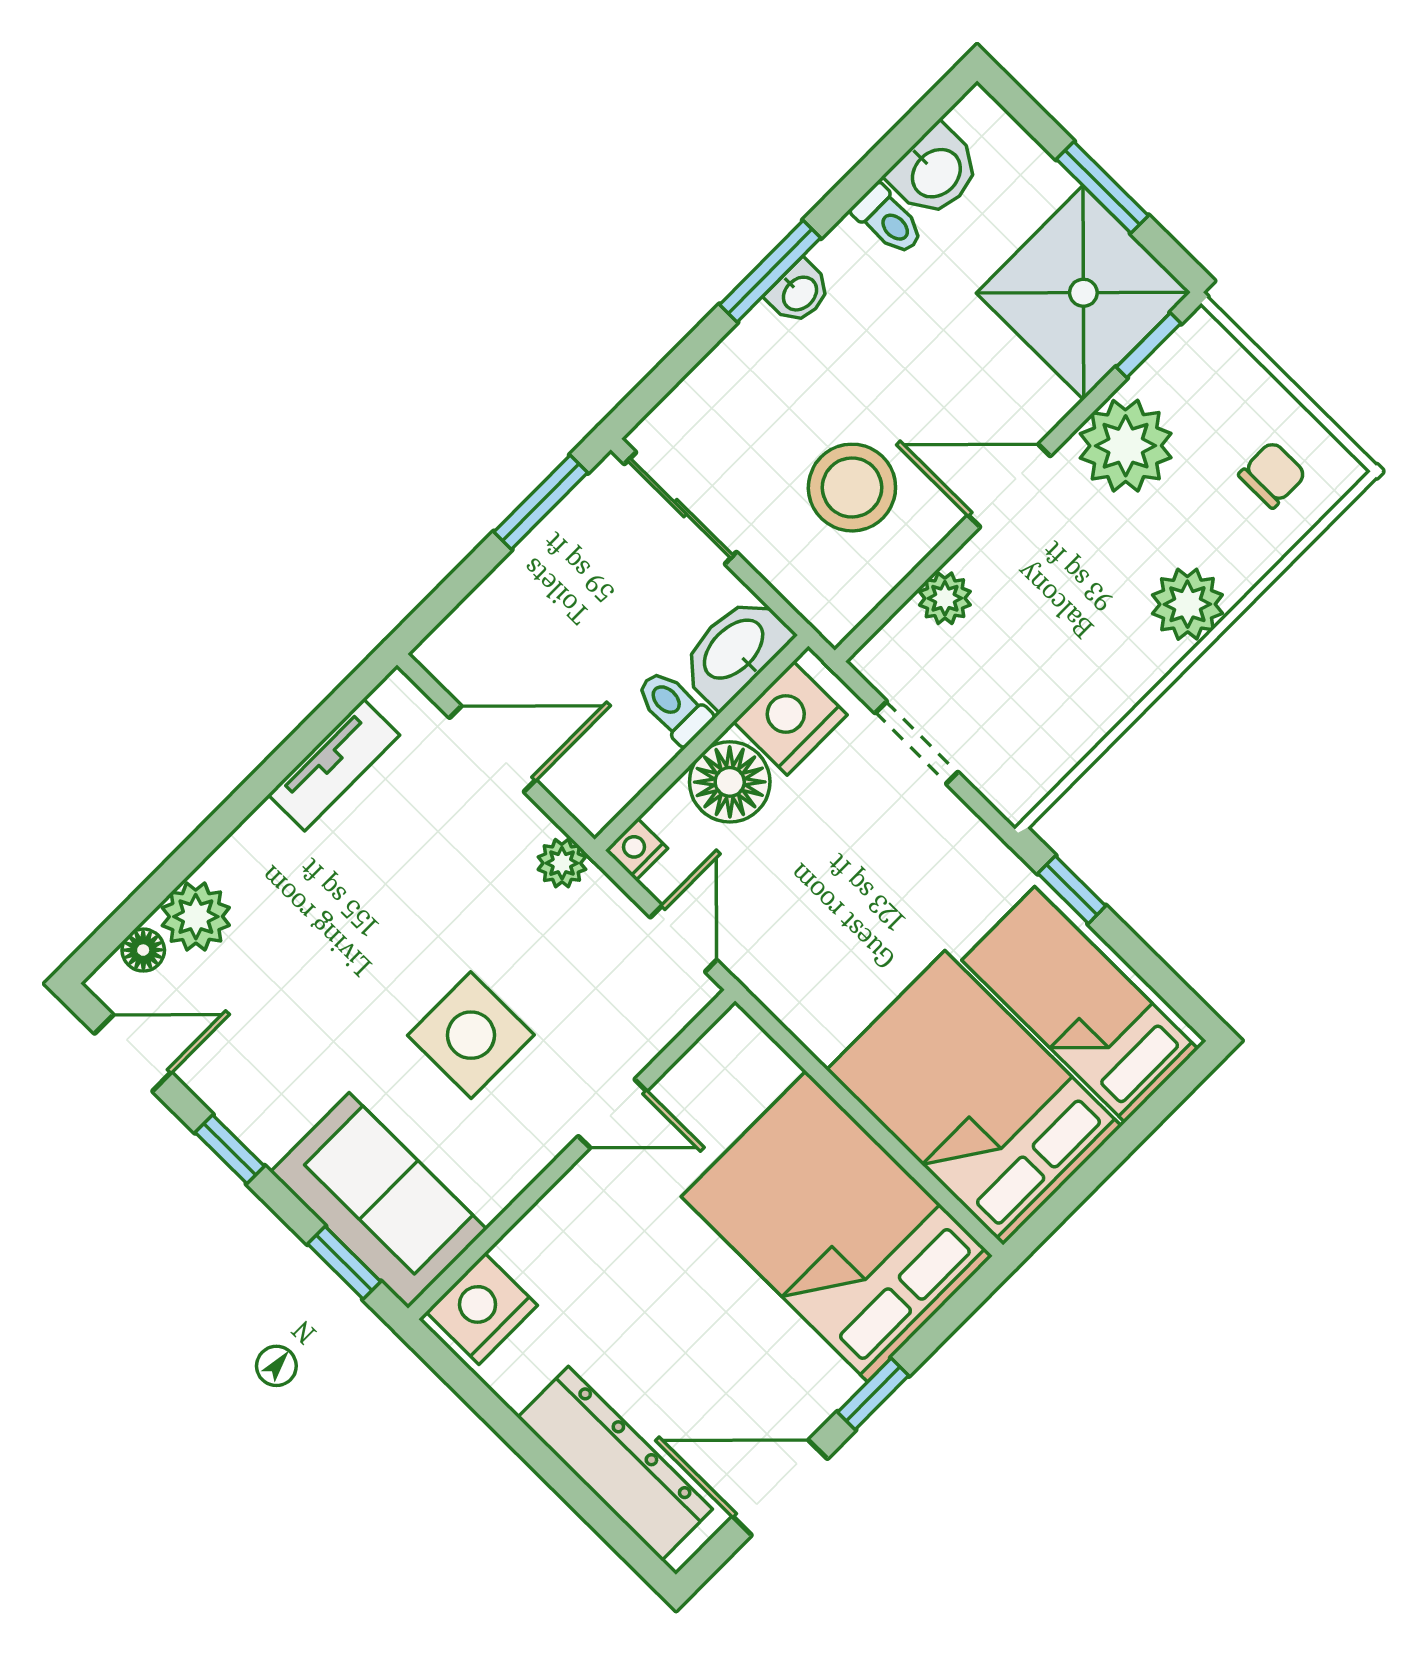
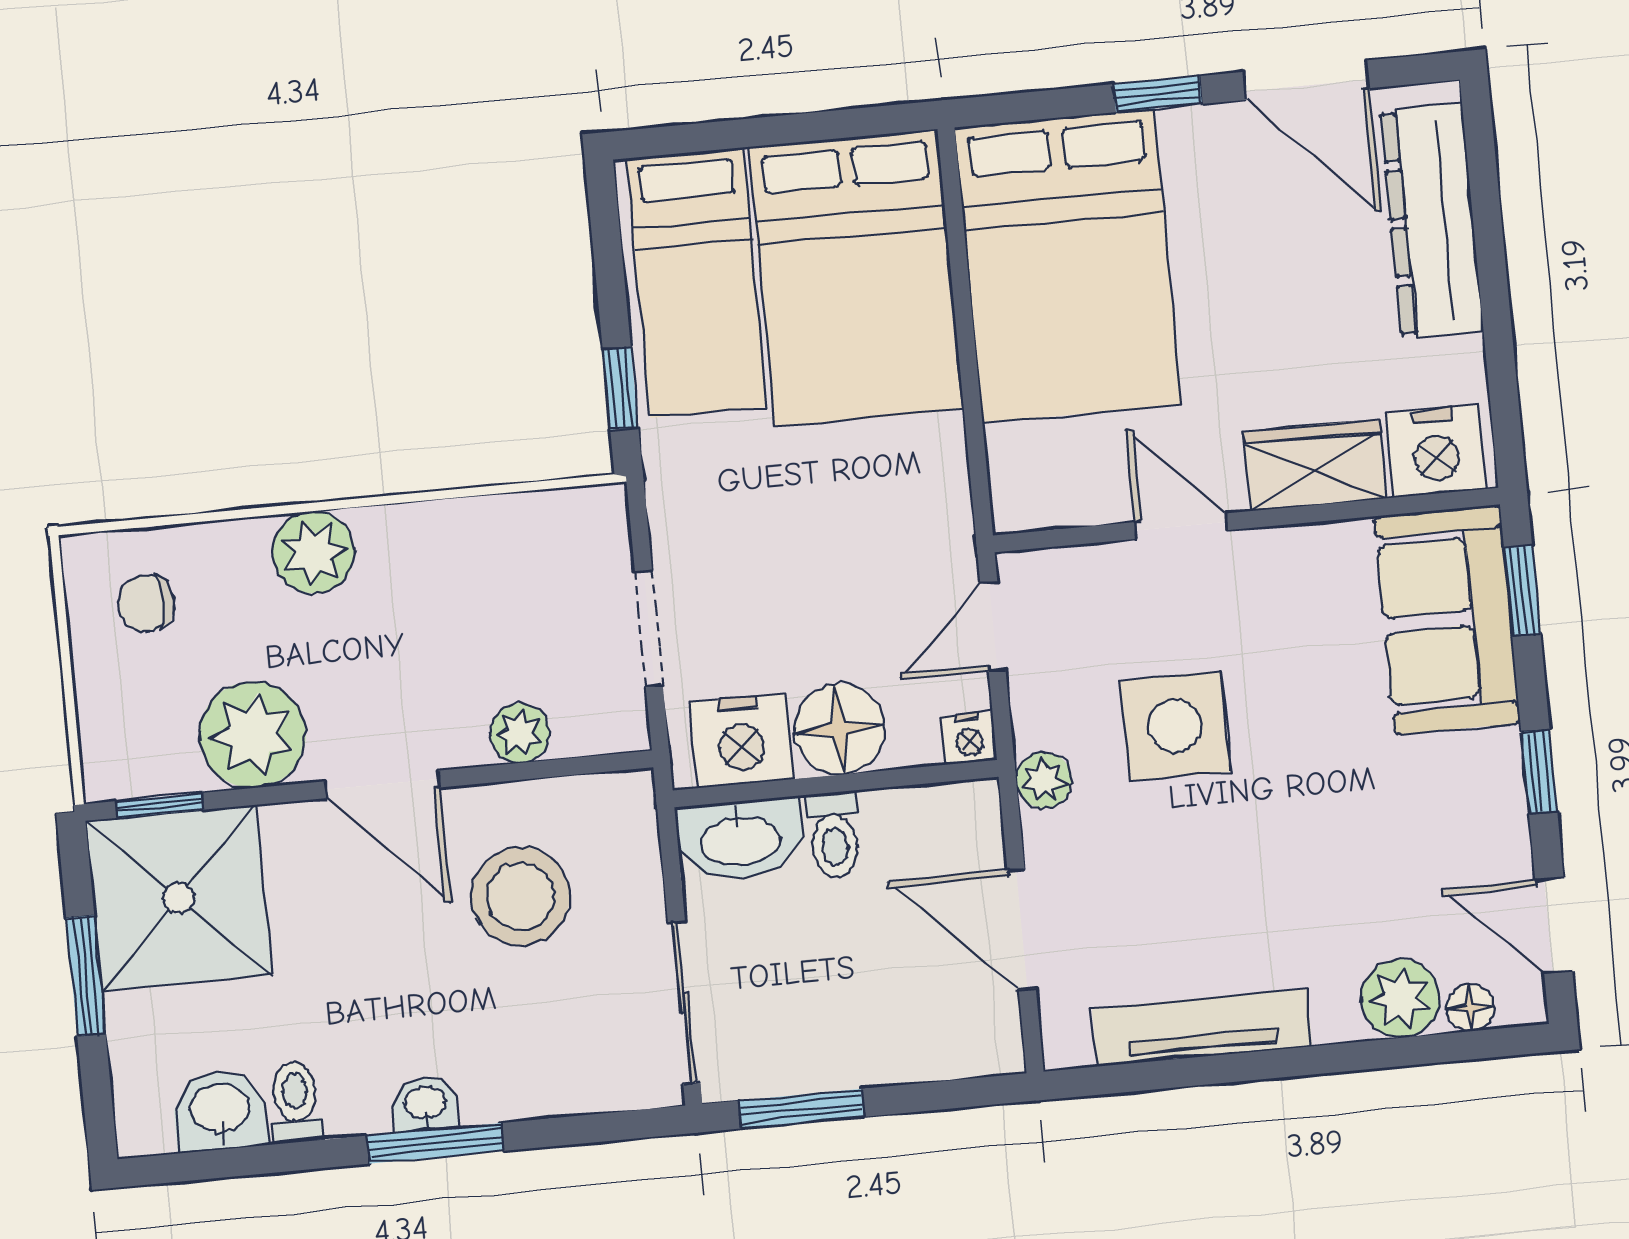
tv unit: (334, 765) -> (1202, 1027), width x1.41
side table: (471, 1035) -> (1175, 726), moved
wardrobe: (556, 1231) -> (1315, 465), added

